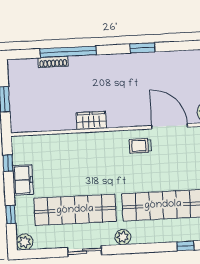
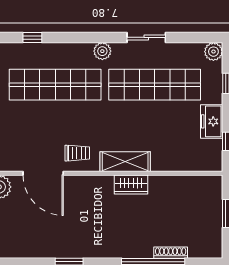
shelving: (98, 140) -> (125, 162), added

